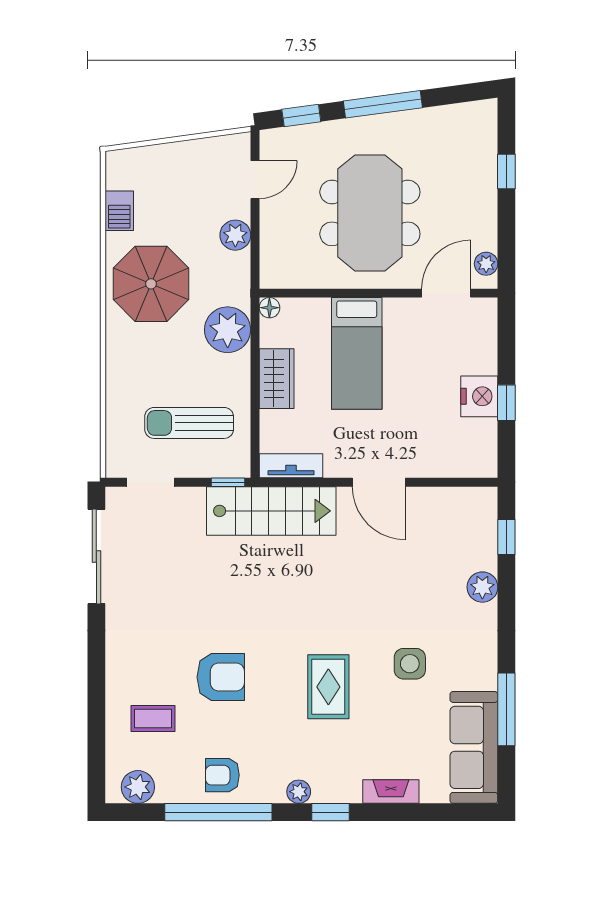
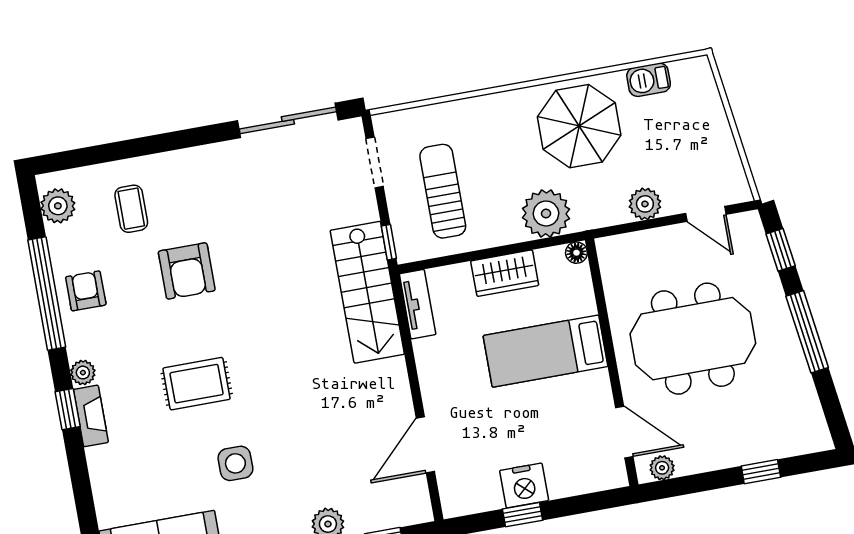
door: (379, 482) -> (425, 445), moved
fireplace: (391, 792) -> (91, 416), moved

